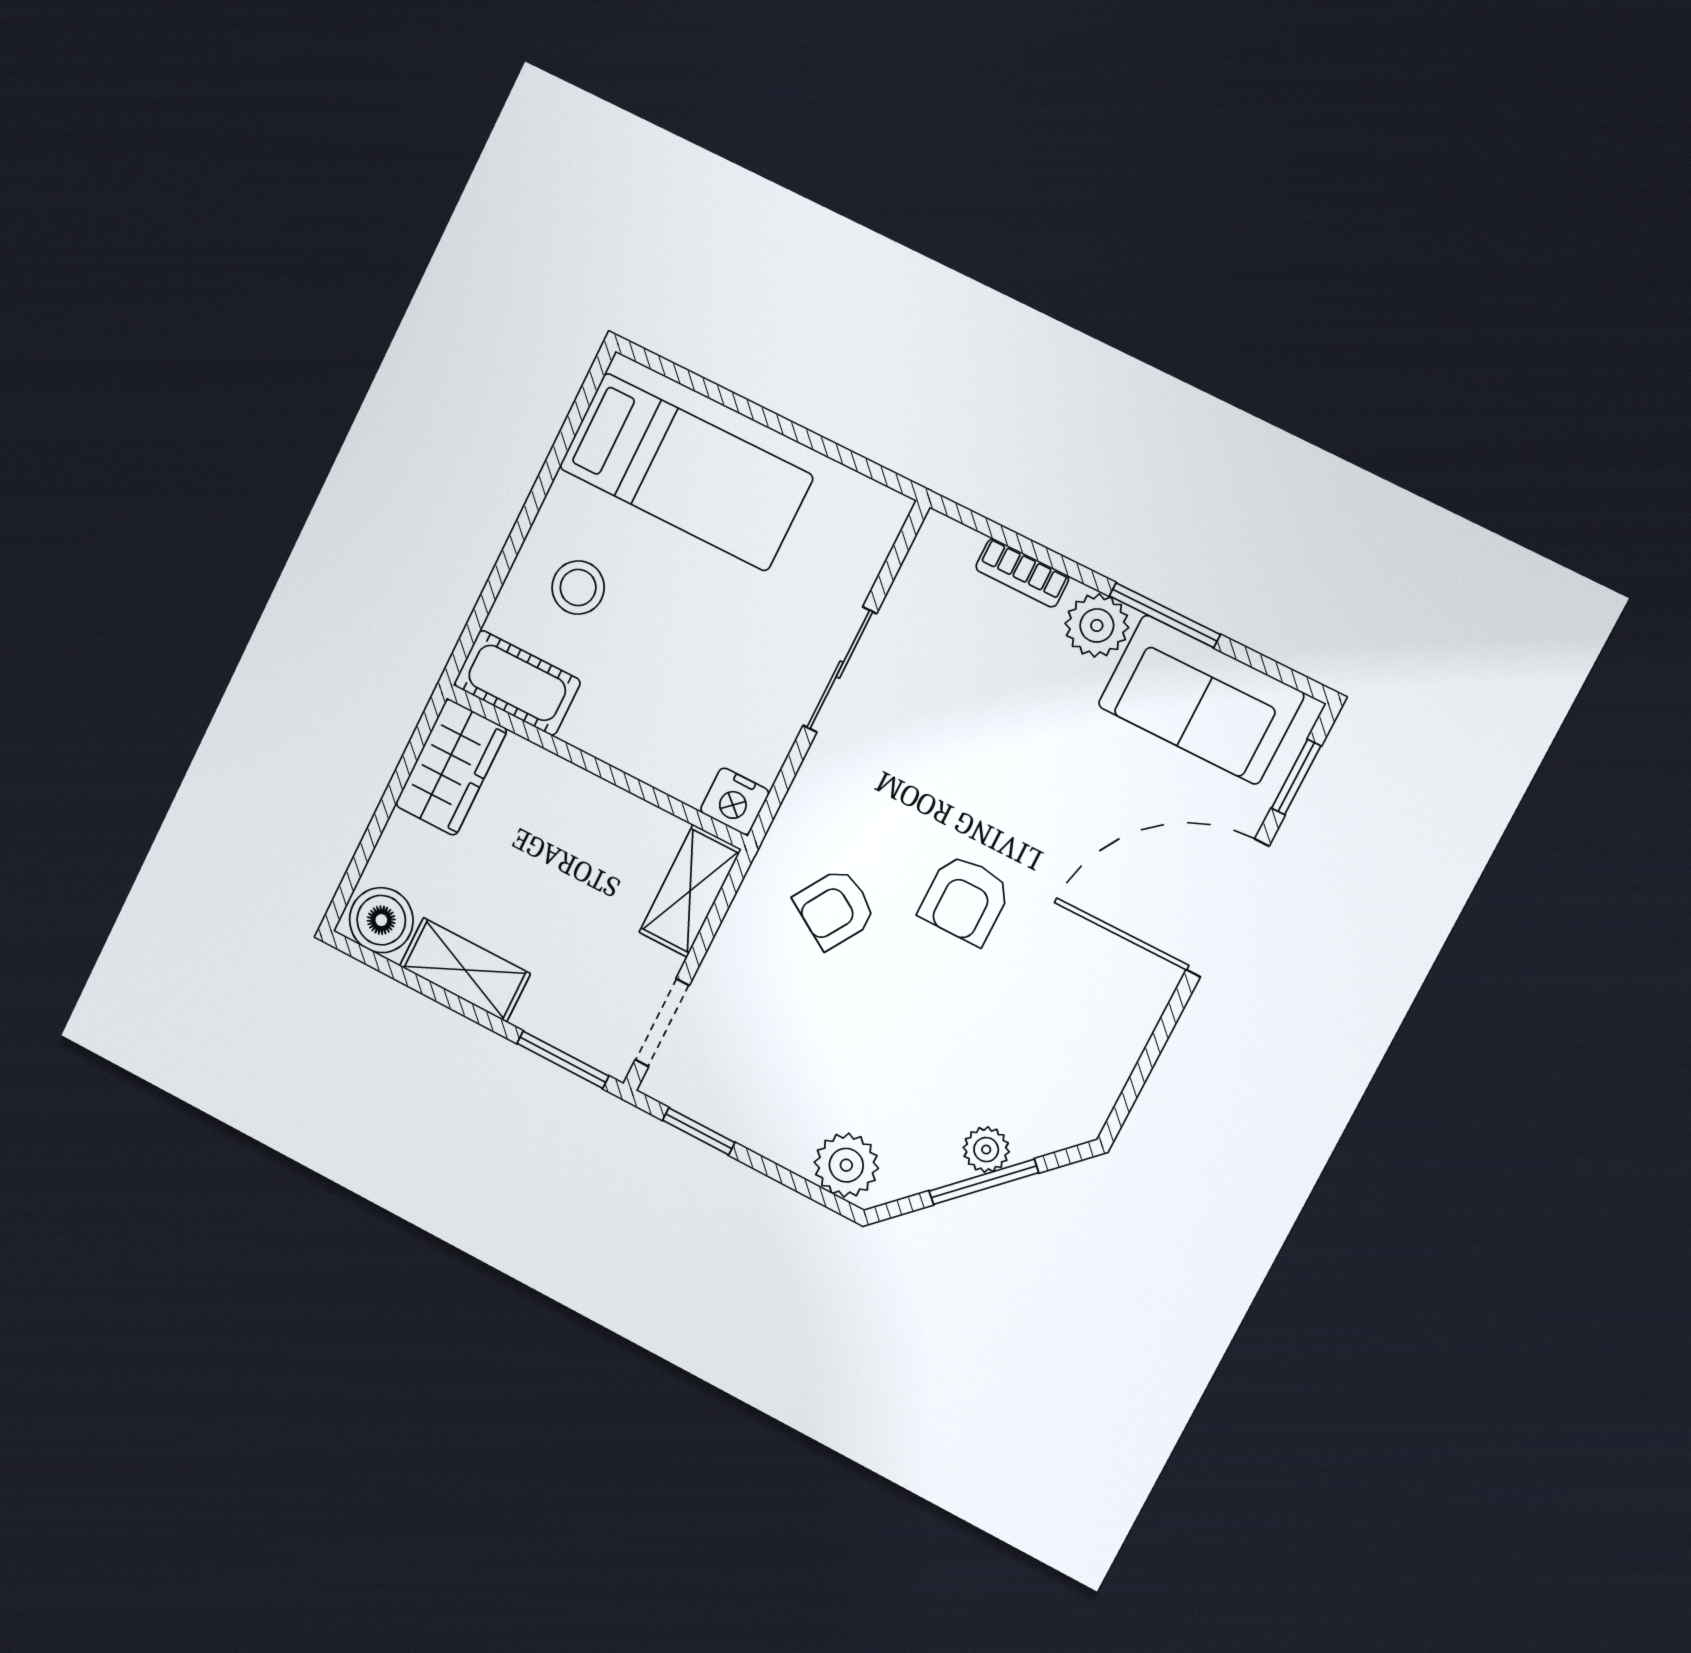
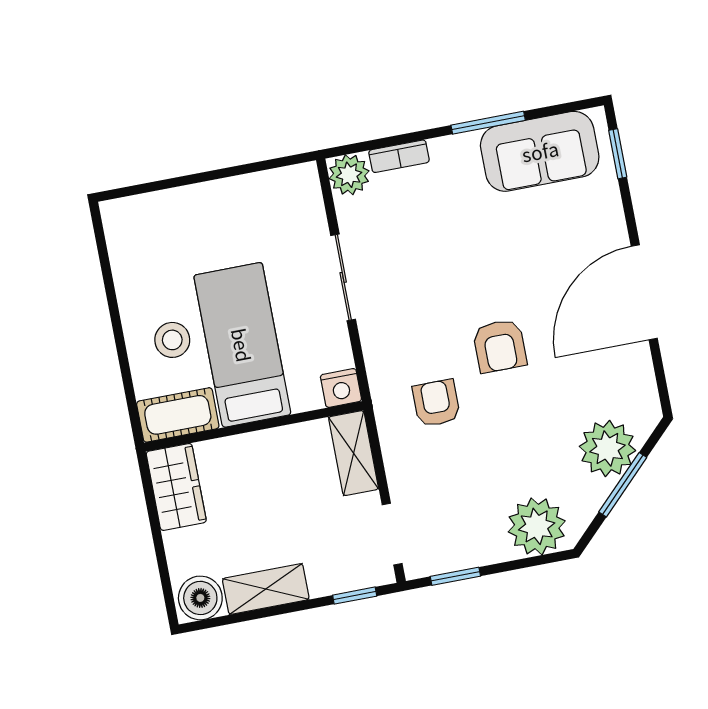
bed: (686, 472) -> (242, 345), moved, turned -90
plant: (1097, 625) -> (349, 175), moved
door: (1227, 908) -> (644, 292), moved
armchair: (835, 909) -> (436, 403), turned 148
window: (563, 1060) -> (355, 596), width x0.67
plant: (986, 1150) -> (607, 448), width x1.88, depth x1.88
plant: (846, 1165) -> (537, 526), width x1.36, depth x1.36

